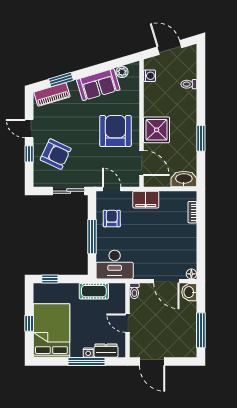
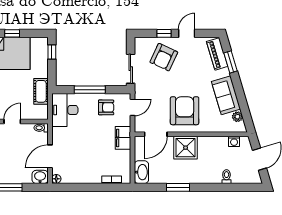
armchair: (115, 131) -> (185, 111), turned -90

